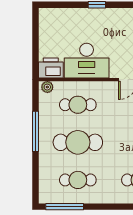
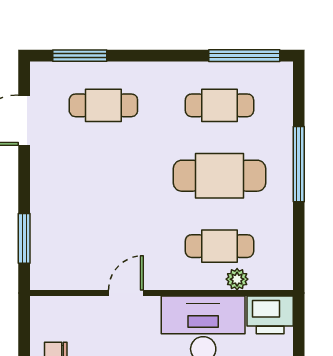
plant: (47, 87) -> (237, 279), moved
window: (35, 131) -> (299, 164), moved

